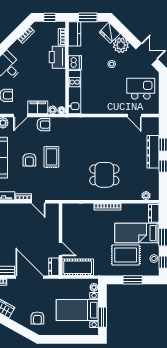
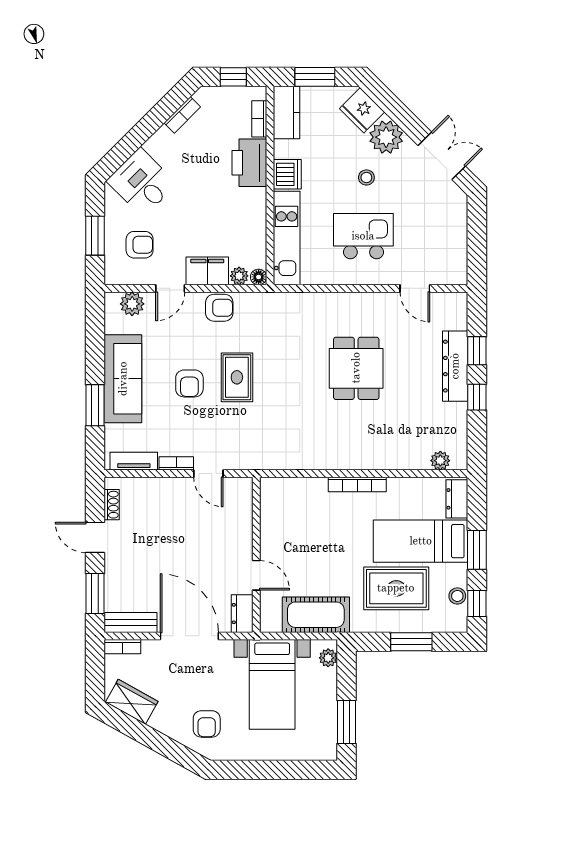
kitchen island: (141, 89) -> (363, 236), moved
dining table: (104, 175) -> (356, 368), moved, turned 90
cot: (78, 267) -> (316, 615), moved
bed with nightstands: (77, 310) -> (272, 684), moved, turned -90

